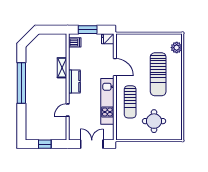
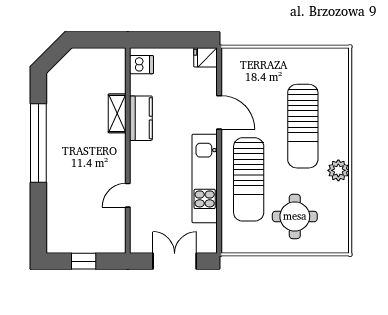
window: (88, 30) -> (167, 40), removed
plant: (177, 48) -> (338, 170), moved
kitchen counter: (74, 81) -> (141, 118), moved
sun lounger: (130, 102) -> (249, 179), width x1.36, depth x1.34

